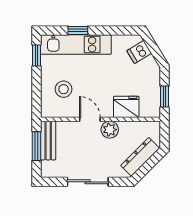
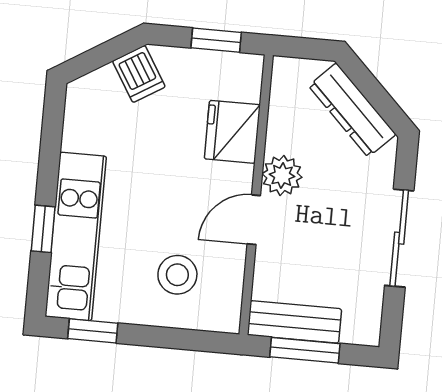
dishwasher: (139, 52) -> (139, 74), moved

